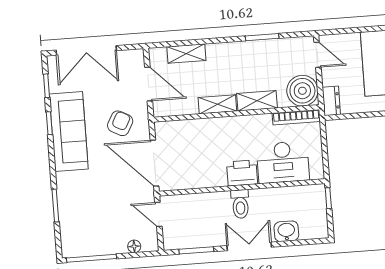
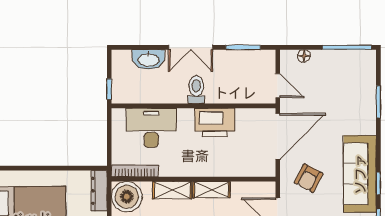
dresser: (331, 101) -> (99, 191), width x1.44
door: (155, 163) -> (278, 136), hinge flipped
printer: (242, 173) -> (215, 122), moved, width x1.37, depth x1.19
washbasin: (286, 231) -> (148, 59), width x1.38

